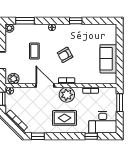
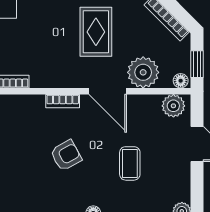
plant: (67, 95) -> (143, 72), moved
rug: (64, 118) -> (96, 32), moved, turned 90

